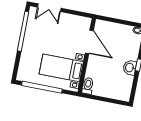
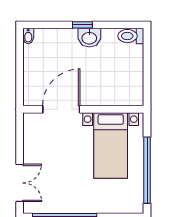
toilet: (88, 86) -> (131, 36), moved

